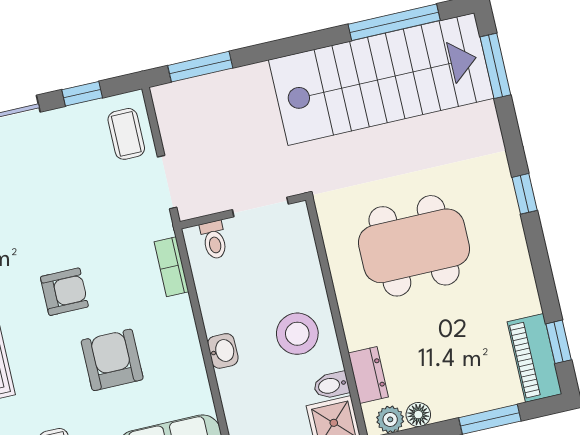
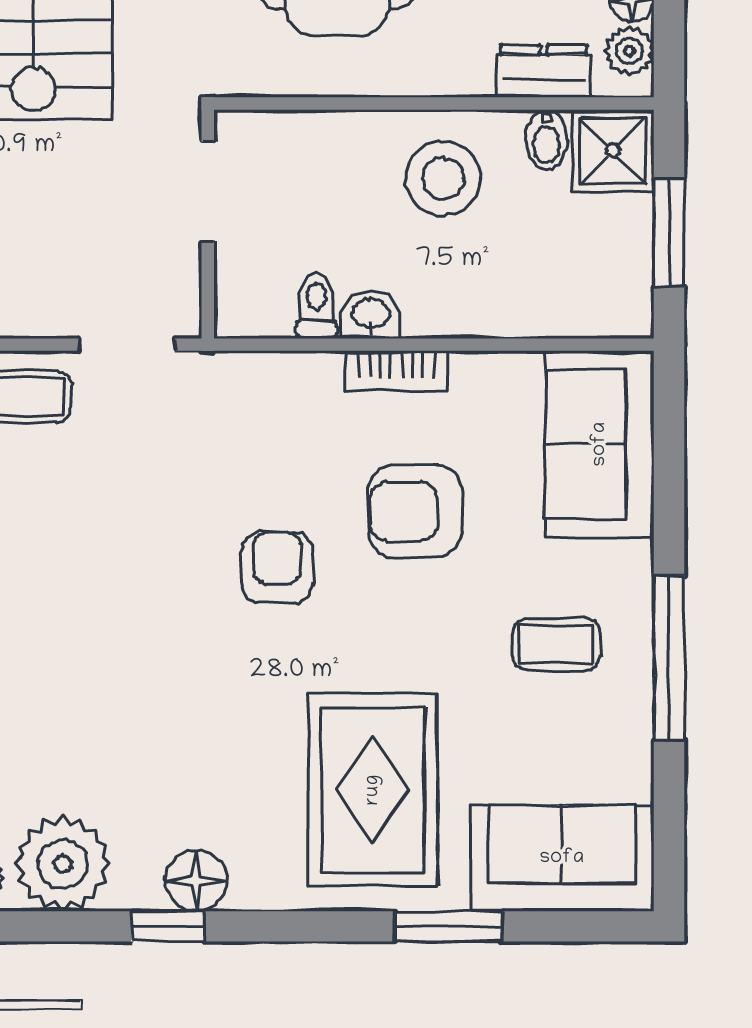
toilet: (214, 240) -> (316, 306), moved, turned -90
bookcase: (171, 267) -> (396, 371), moved
washbasin: (223, 351) -> (371, 315), moved

